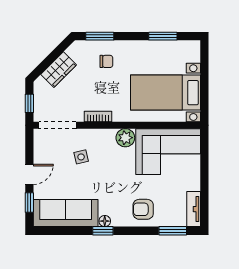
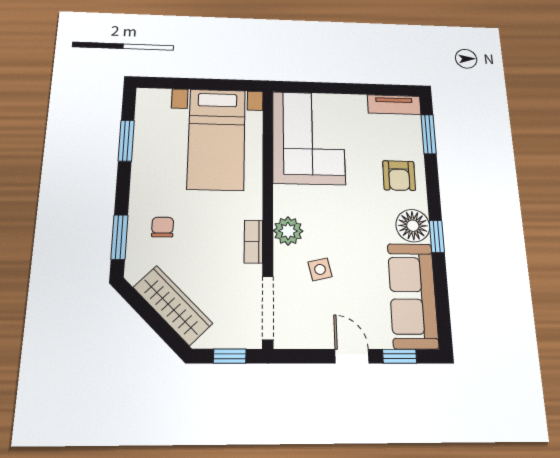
wardrobe: (59, 70) -> (173, 305), width x1.50
plant: (125, 138) -> (288, 231), moved
floor lamp: (105, 221) -> (413, 226), width x1.89, depth x1.89

